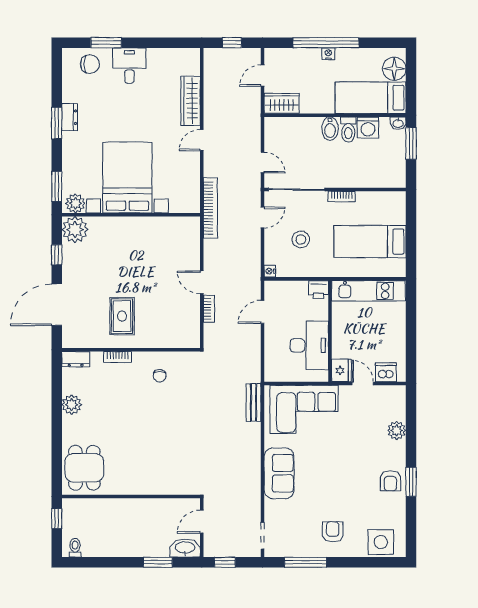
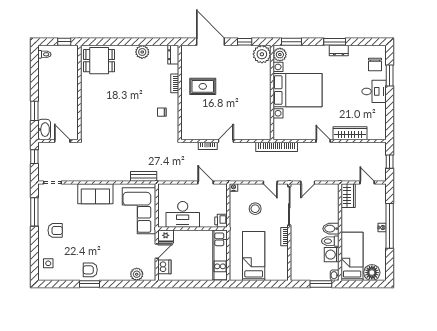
plant: (397, 430) -> (137, 274), moved
side table: (381, 542) -> (48, 263), width x0.54, depth x0.54

